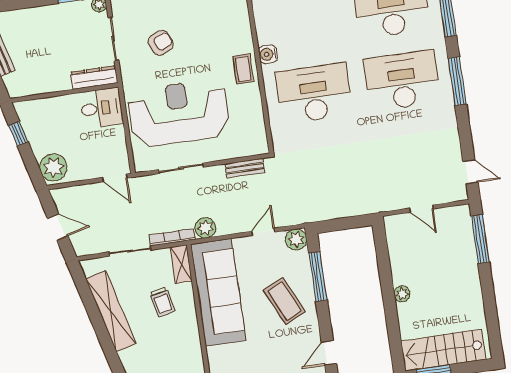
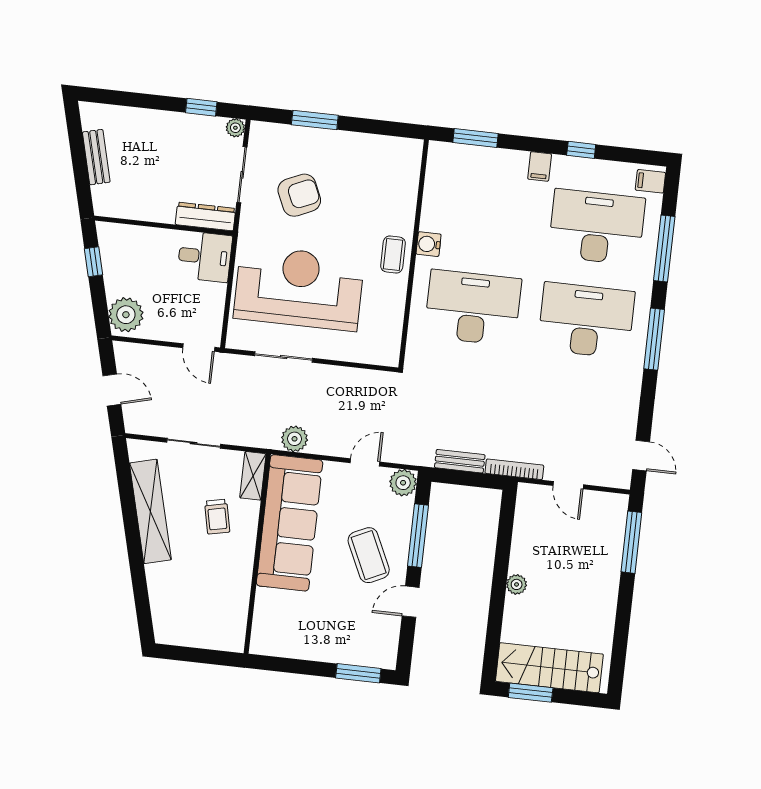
armchair: (161, 43) -> (299, 195), width x1.38, depth x1.38
bench: (245, 168) -> (460, 461), moved
bookcase: (172, 237) -> (514, 469), moved
door: (329, 353) -> (411, 602), moved

